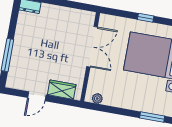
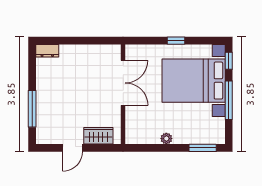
plant: (97, 99) -> (166, 139), moved

